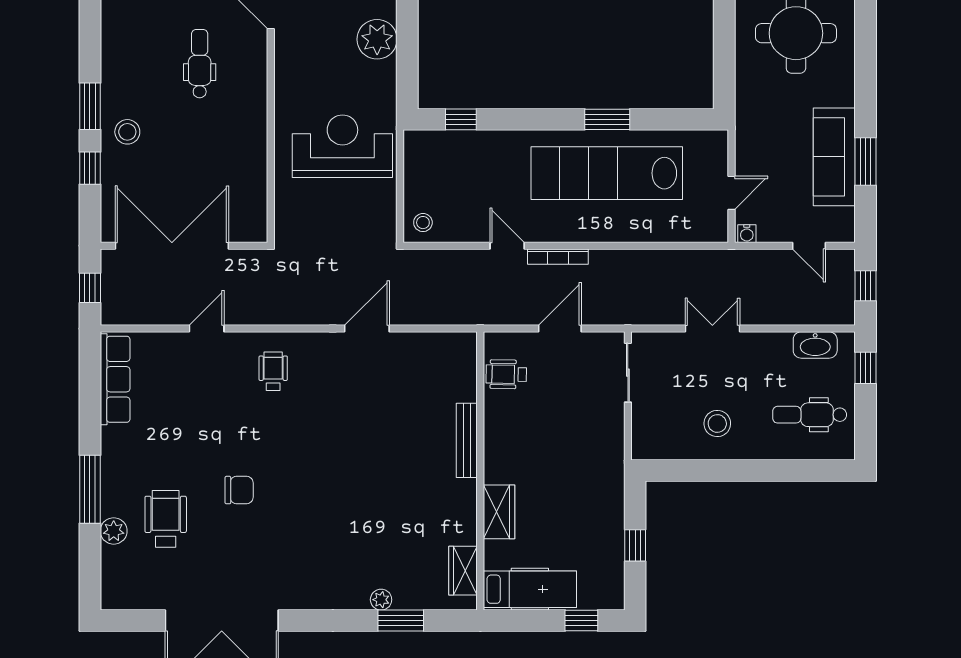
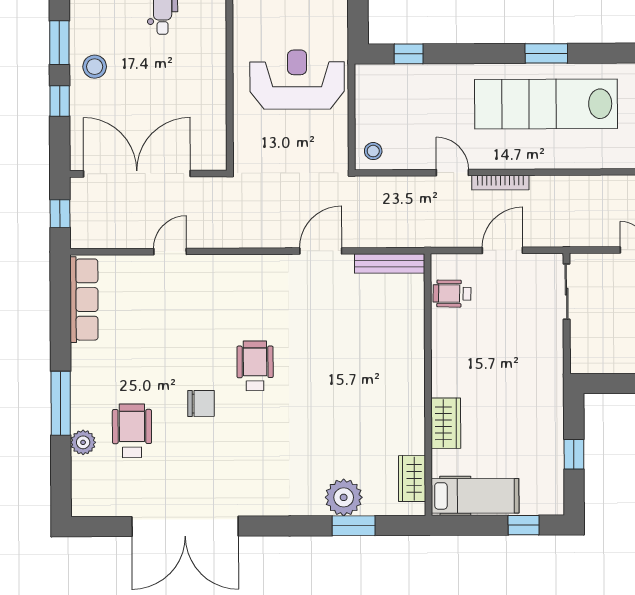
wheelchair: (273, 371) -> (255, 366), moved, width x1.36, depth x1.37
bench: (467, 440) -> (390, 263), moved, turned 90
plant: (381, 600) -> (344, 497), width x1.88, depth x1.88

